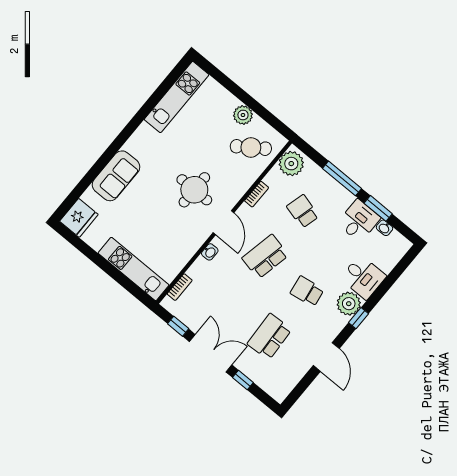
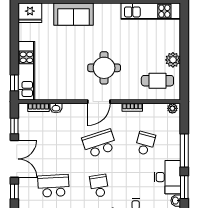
cafe table: (251, 147) -> (157, 81), turned -55
plant: (291, 164) -> (172, 108), width x0.53, depth x0.53
desk: (359, 221) -> (167, 177), width x1.37
washbasin: (210, 252) -> (56, 108), moved
school desk: (265, 257) -> (99, 143), turned -30
window: (136, 291) -> (14, 83), added

